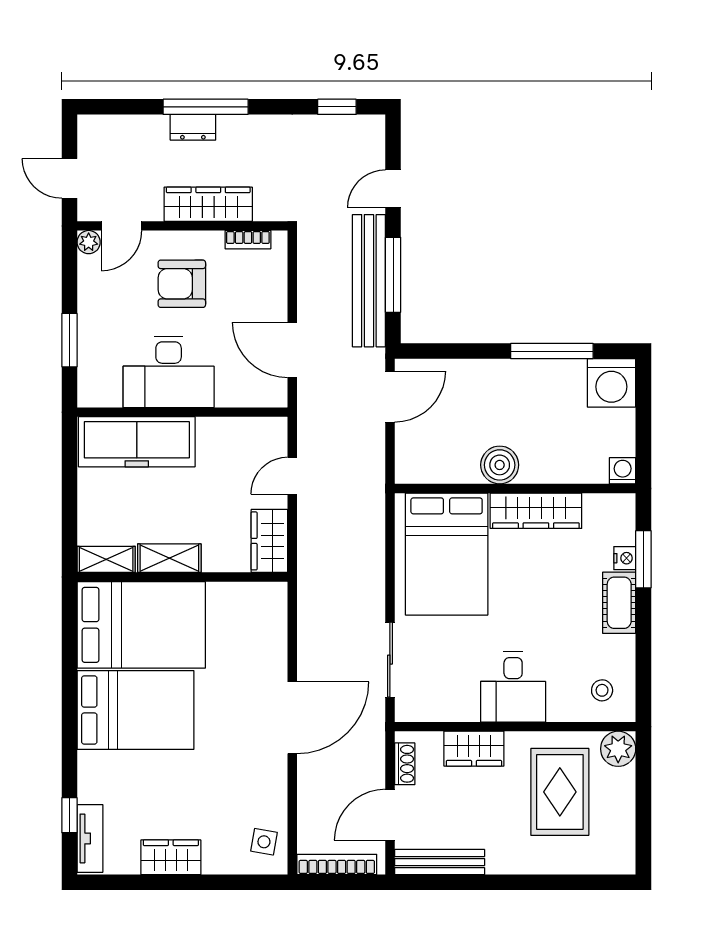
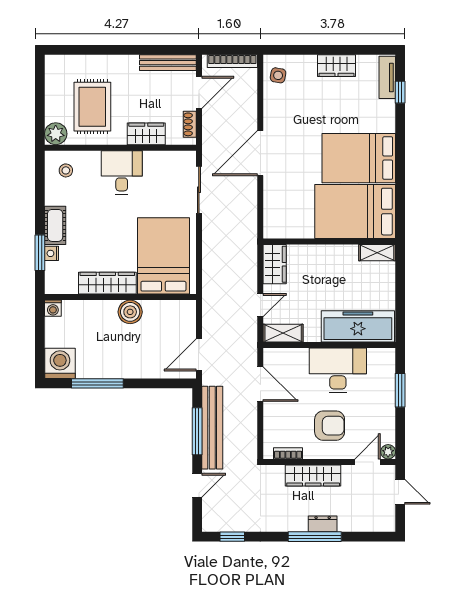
shelving: (169, 558) -> (283, 333), moved

